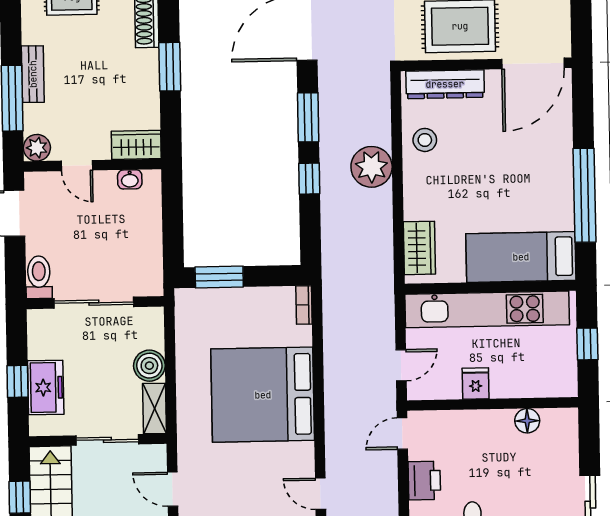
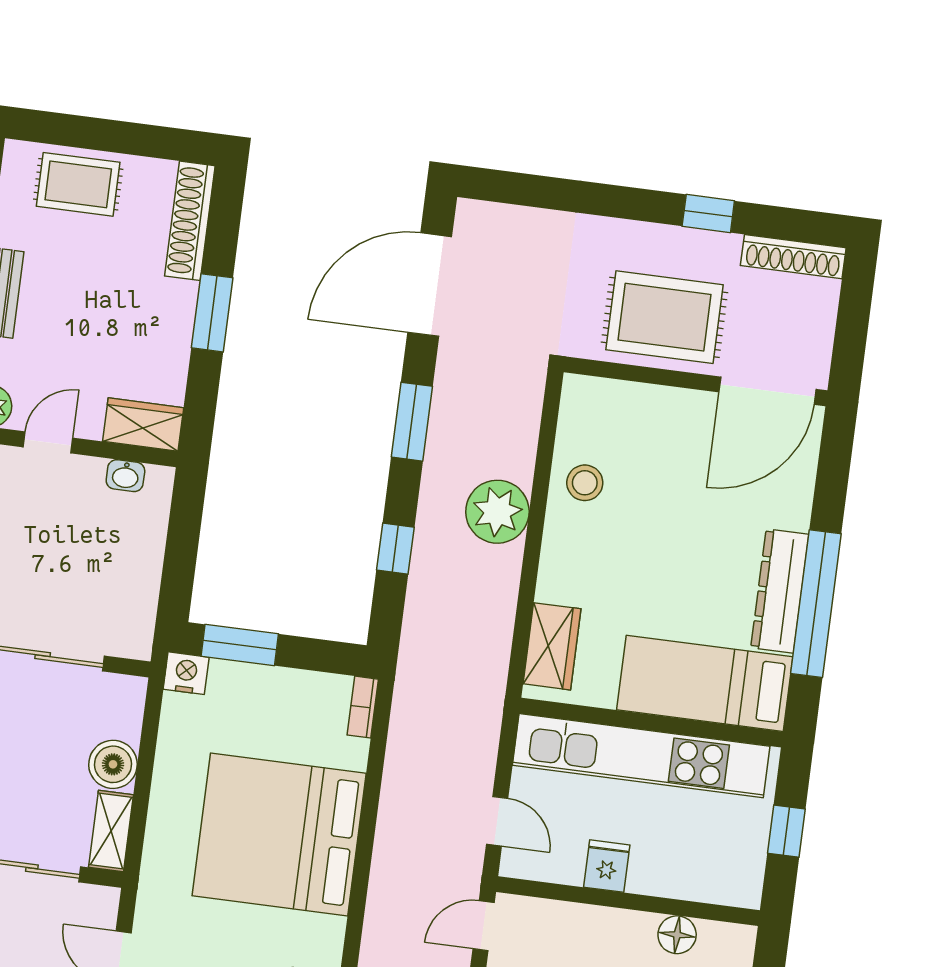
dresser: (445, 84) -> (780, 591), moved, turned 90
door: (77, 166) -> (48, 442), swing flipped
window: (309, 179) -> (395, 549), moved
nightstand: (188, 300) -> (186, 673), added
door: (401, 365) -> (497, 821), hinge flipped

